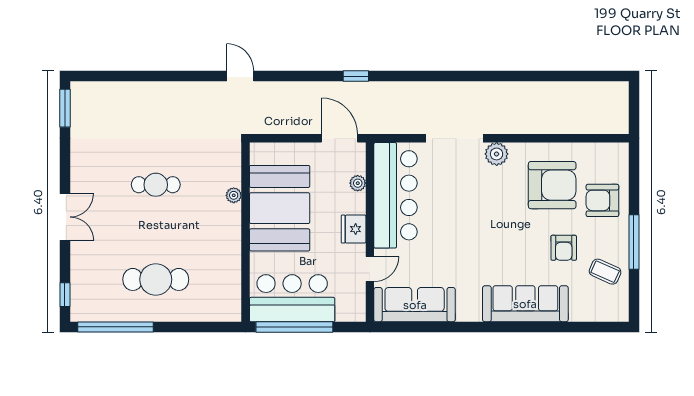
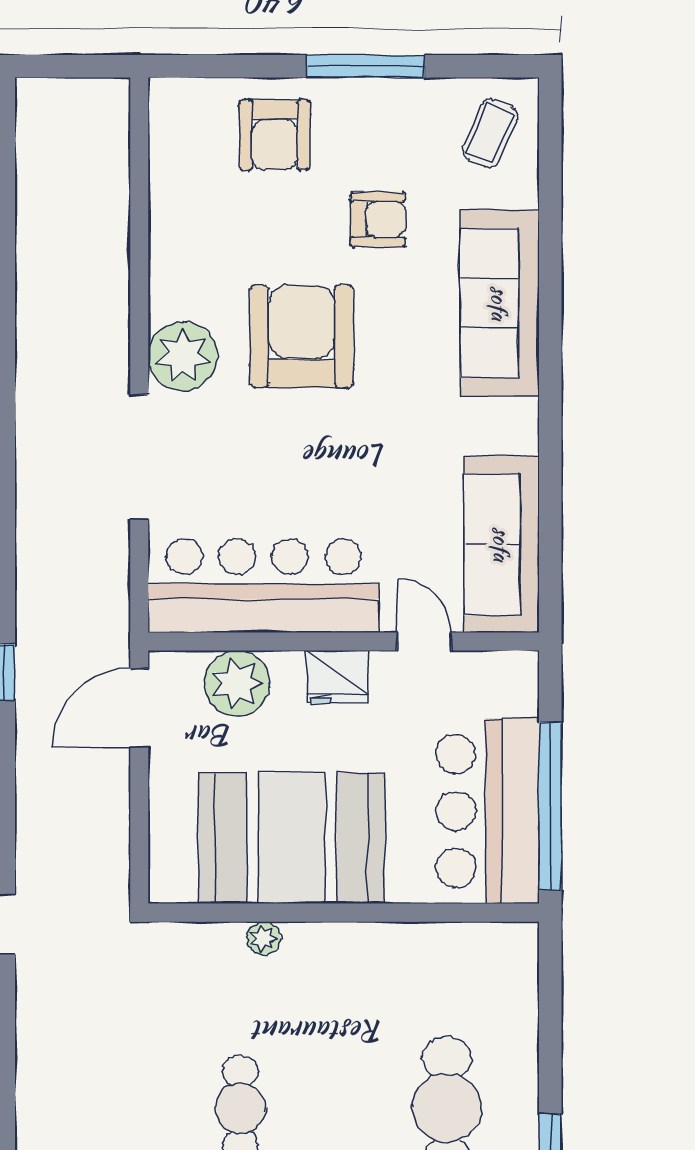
plant: (497, 154) -> (183, 356), width x1.36, depth x1.36
plant: (358, 183) -> (237, 683), width x1.88, depth x1.88
armchair: (552, 185) -> (301, 336), moved
coffee table: (605, 272) -> (490, 133), moved

